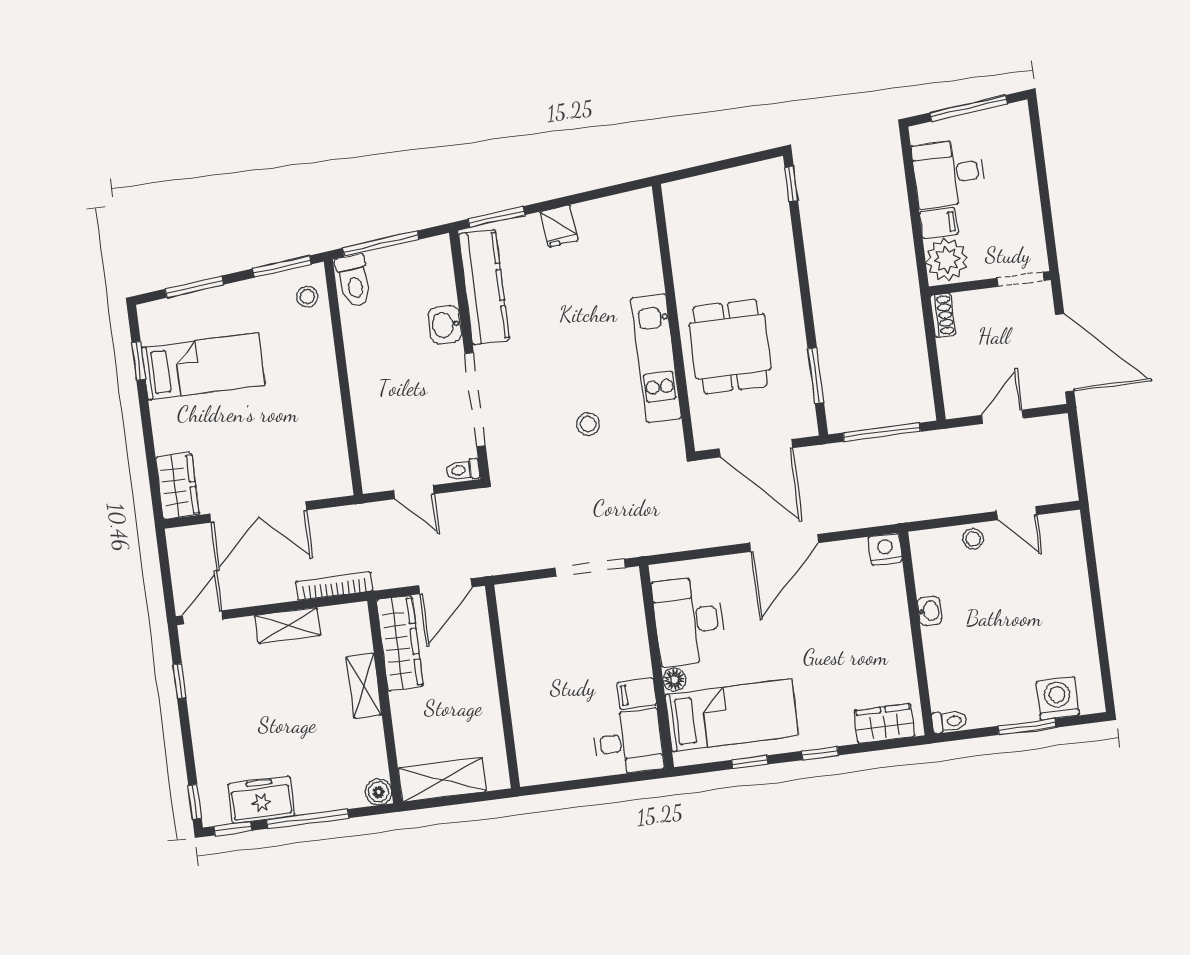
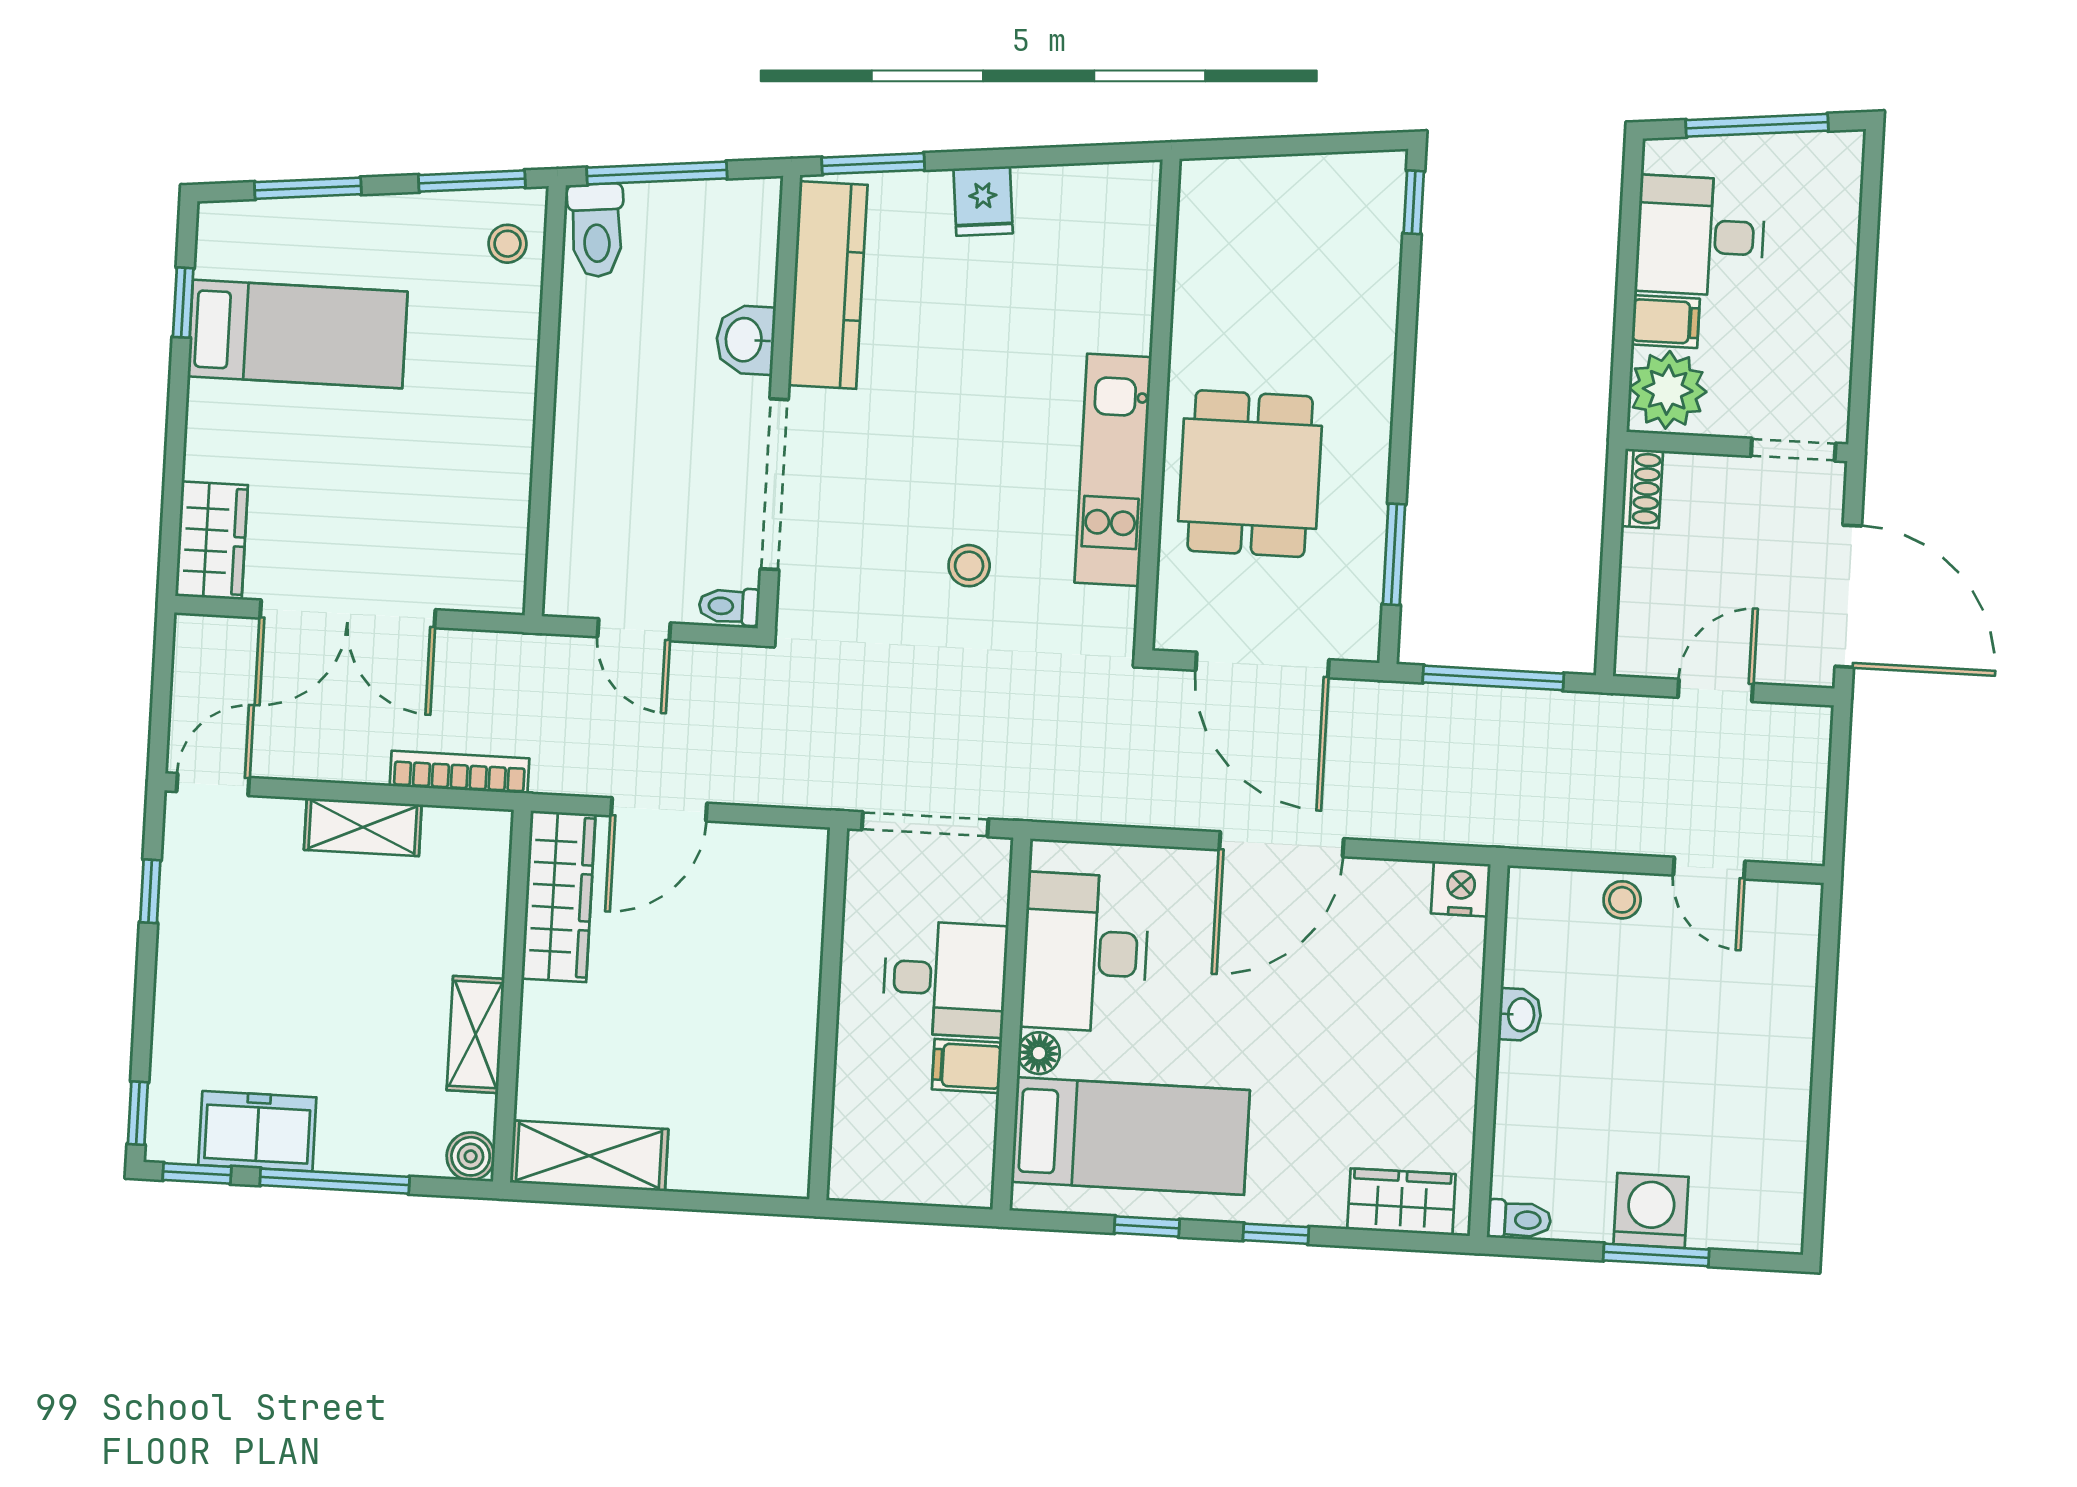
shelving: (364, 686) -> (476, 1034), moved
wall: (503, 686) -> (828, 1014), moved
washing machine: (1057, 698) -> (1651, 1211), moved
desk: (628, 742) -> (945, 979), moved

